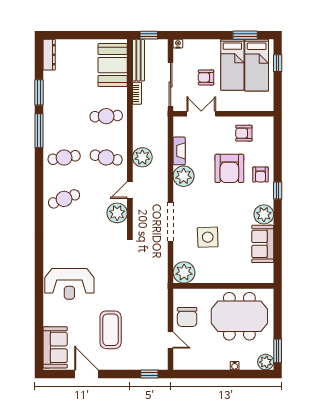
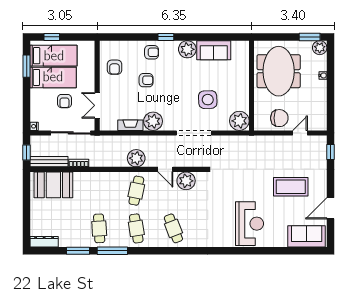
cafe table: (106, 116) -> (99, 228), moved
armchair: (229, 168) -> (146, 80), width x0.53, depth x0.53

